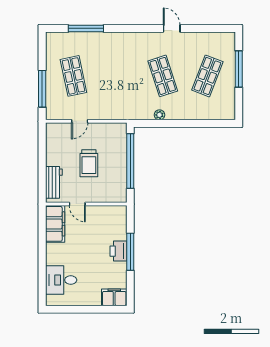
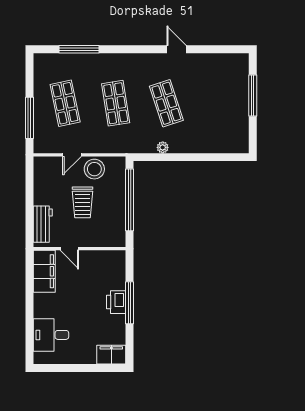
shop shelf: (207, 76) -> (116, 103), moved, turned -30
stool: (99, 134) -> (94, 169), added

